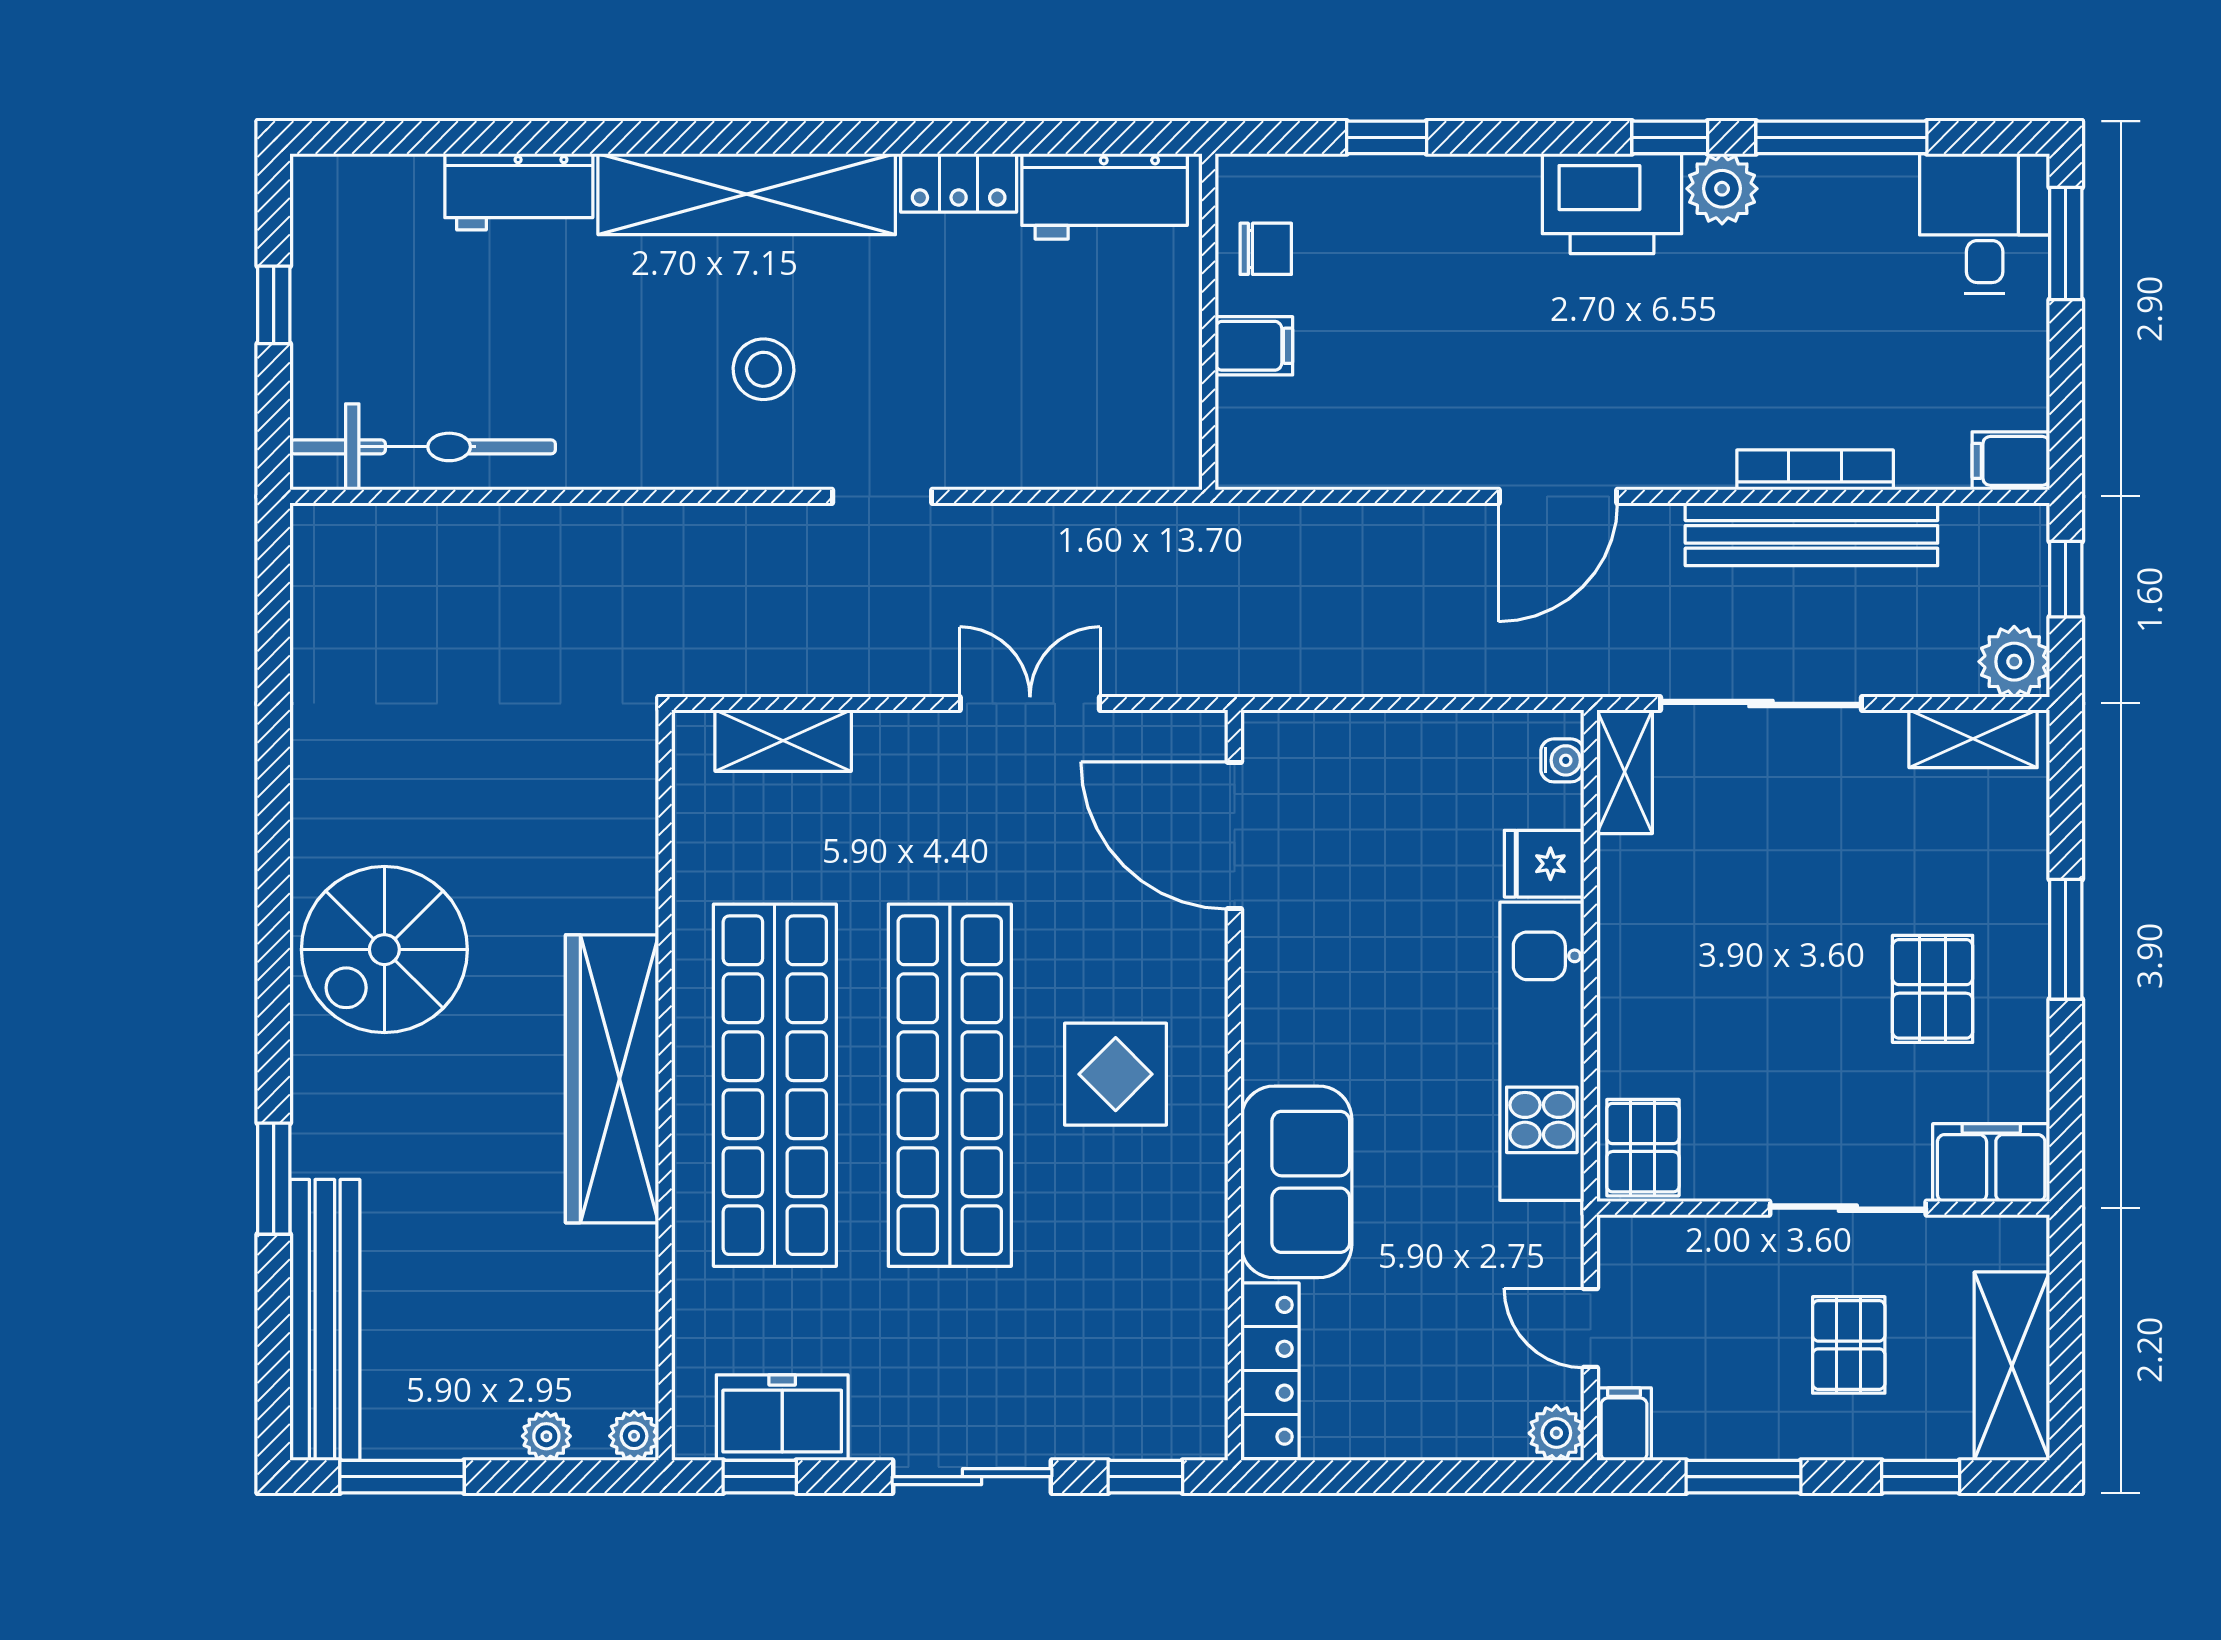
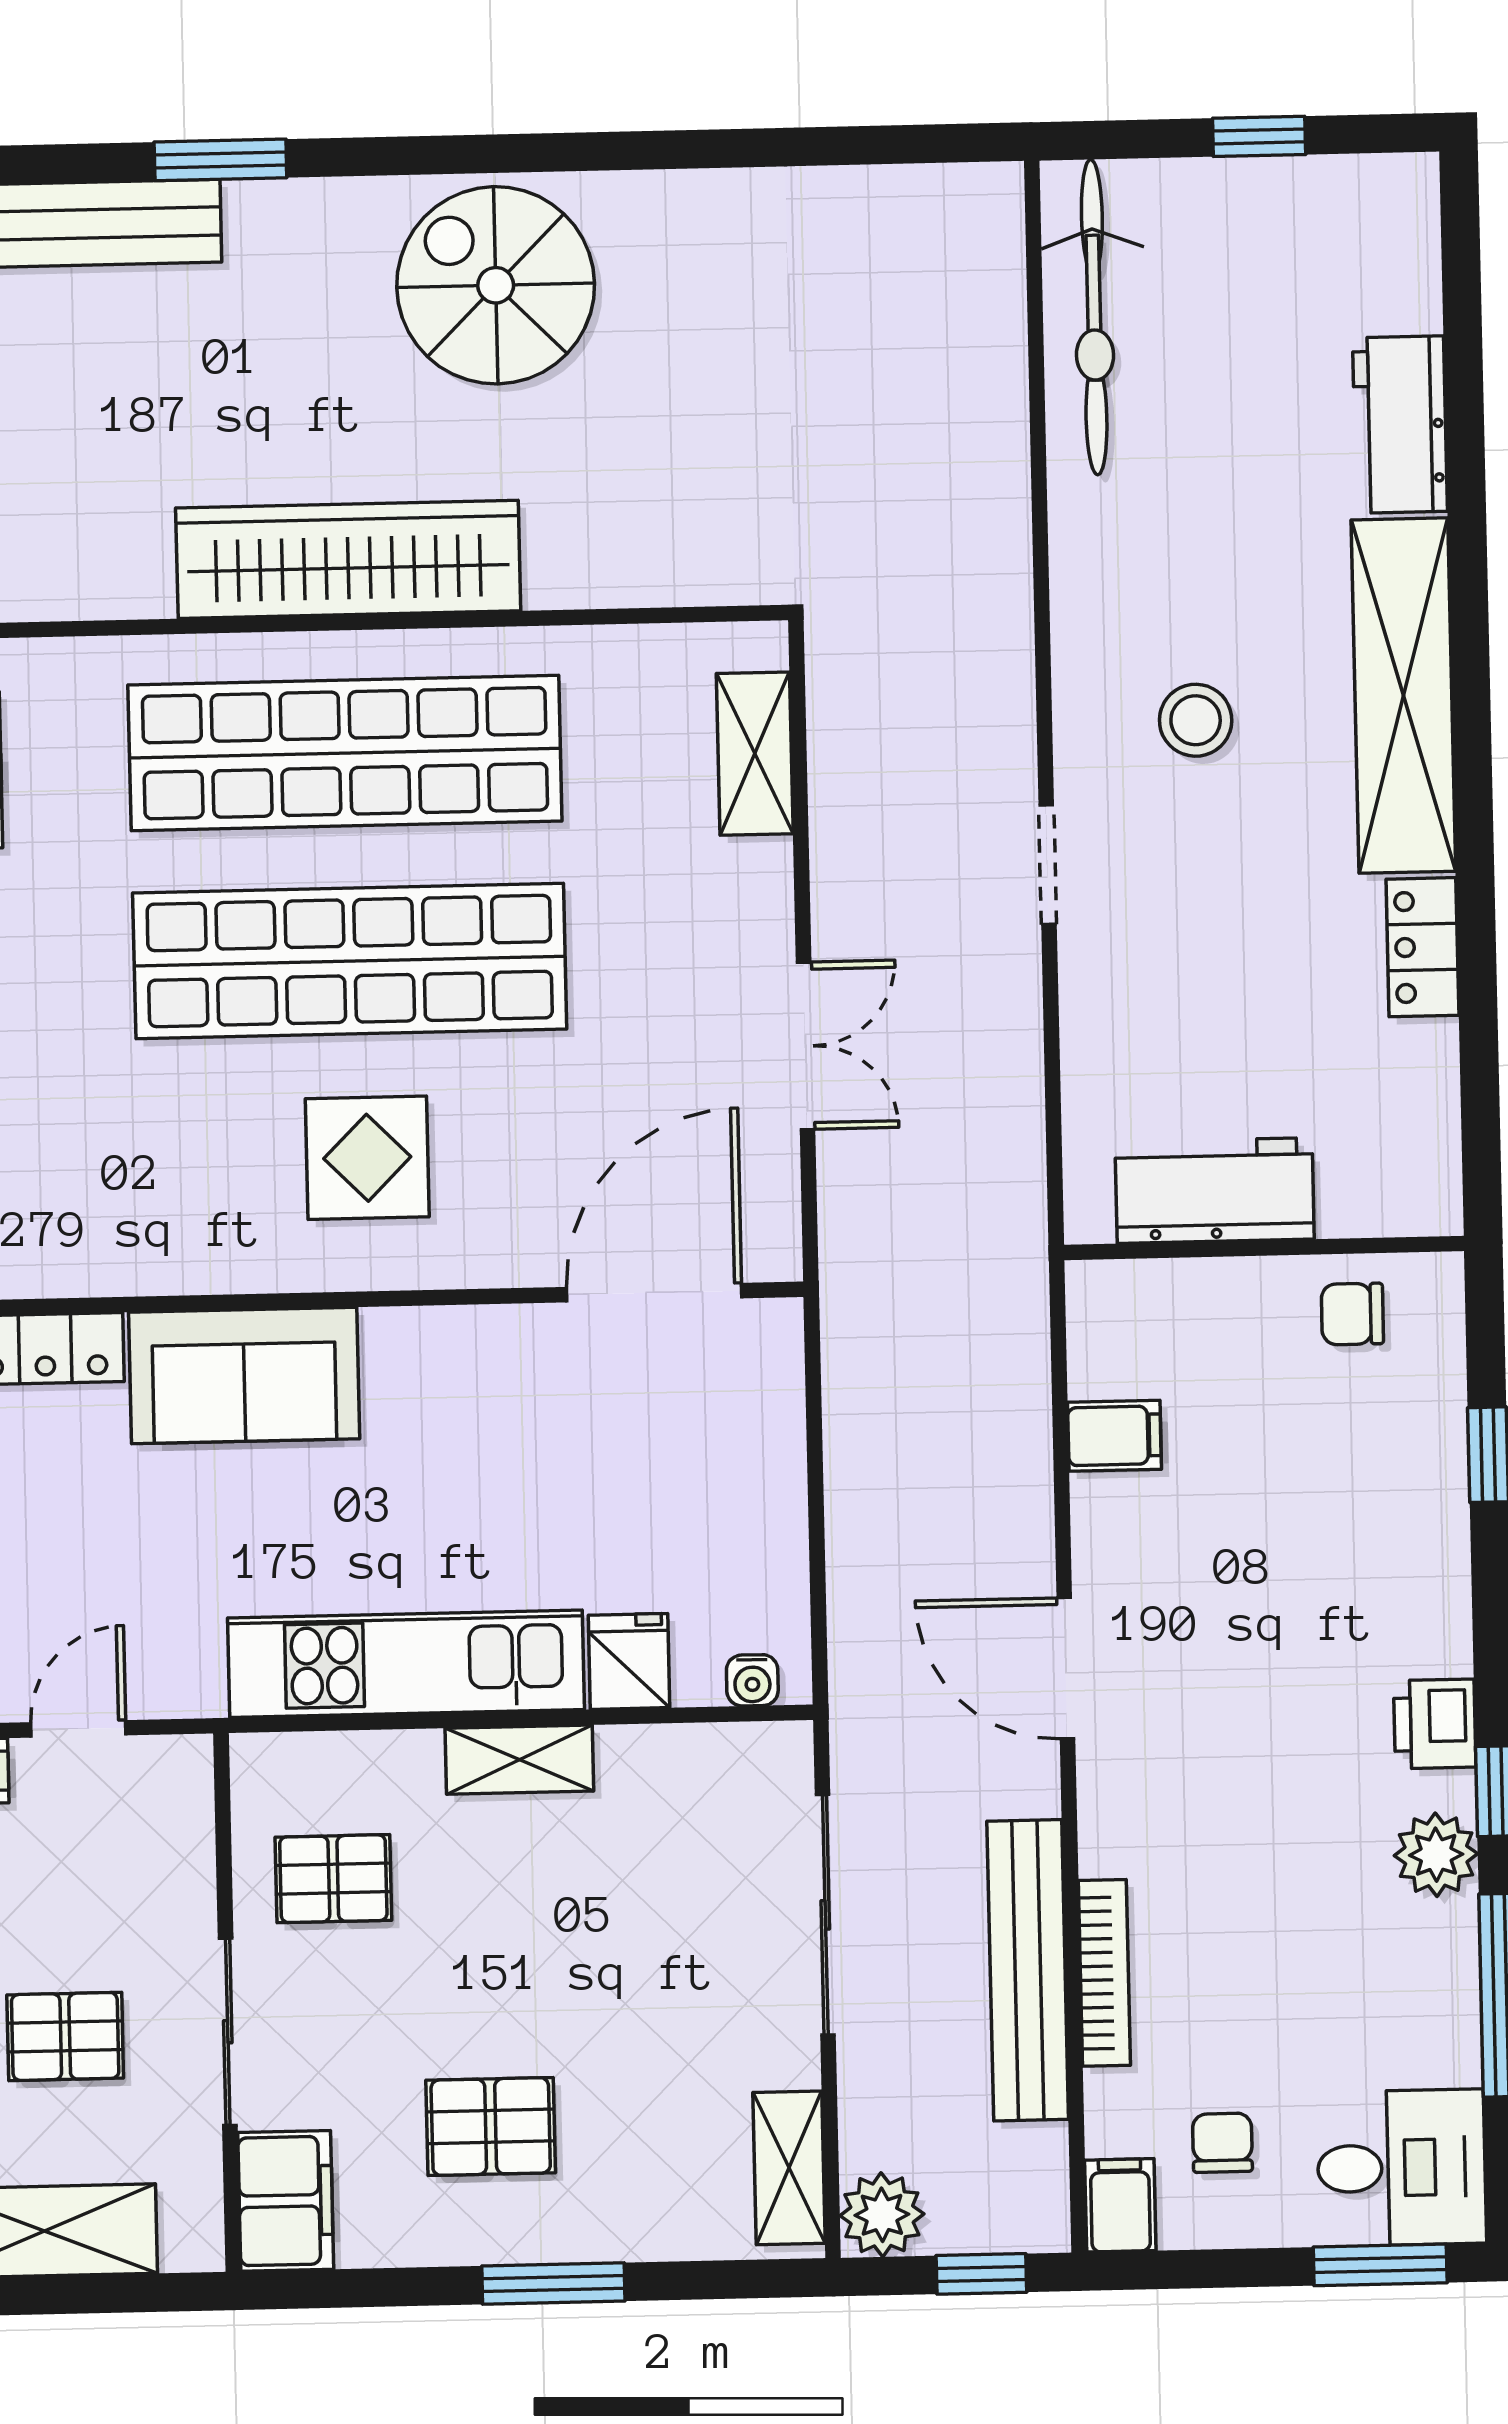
workbench: (1105, 196) -> (1215, 1191), moved, turned 90
printer: (1612, 204) -> (1435, 1724), width x0.53, depth x0.68
chair: (1266, 249) -> (1352, 1314), turned 90
filing cabinet: (1254, 346) -> (1114, 1436), moved, turned -90
chair: (1960, 374) -> (1222, 2143), added
shelving: (1625, 772) -> (519, 1760), moved
pallet: (1643, 1148) -> (333, 1879), moved

